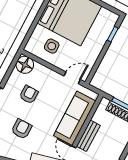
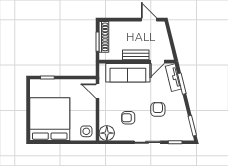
side table: (52, 46) -> (86, 131), moved
armchair: (22, 129) -> (158, 109), turned 90

